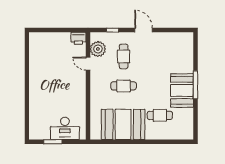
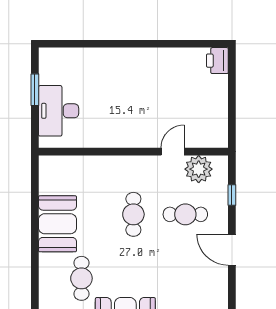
door: (144, 30) -> (232, 250), swing flipped
printer: (78, 38) -> (217, 61), moved
booth: (123, 124) -> (57, 224), width x0.73, depth x0.70

